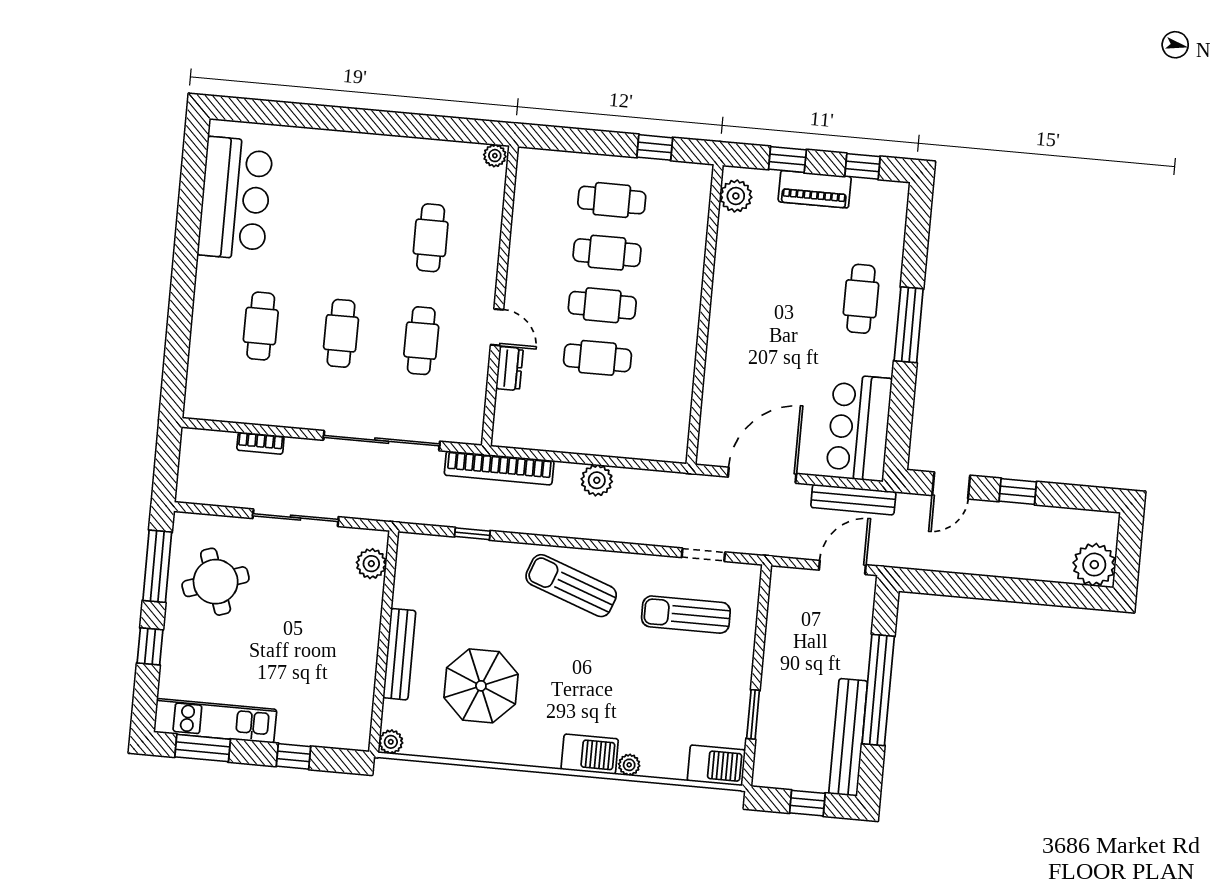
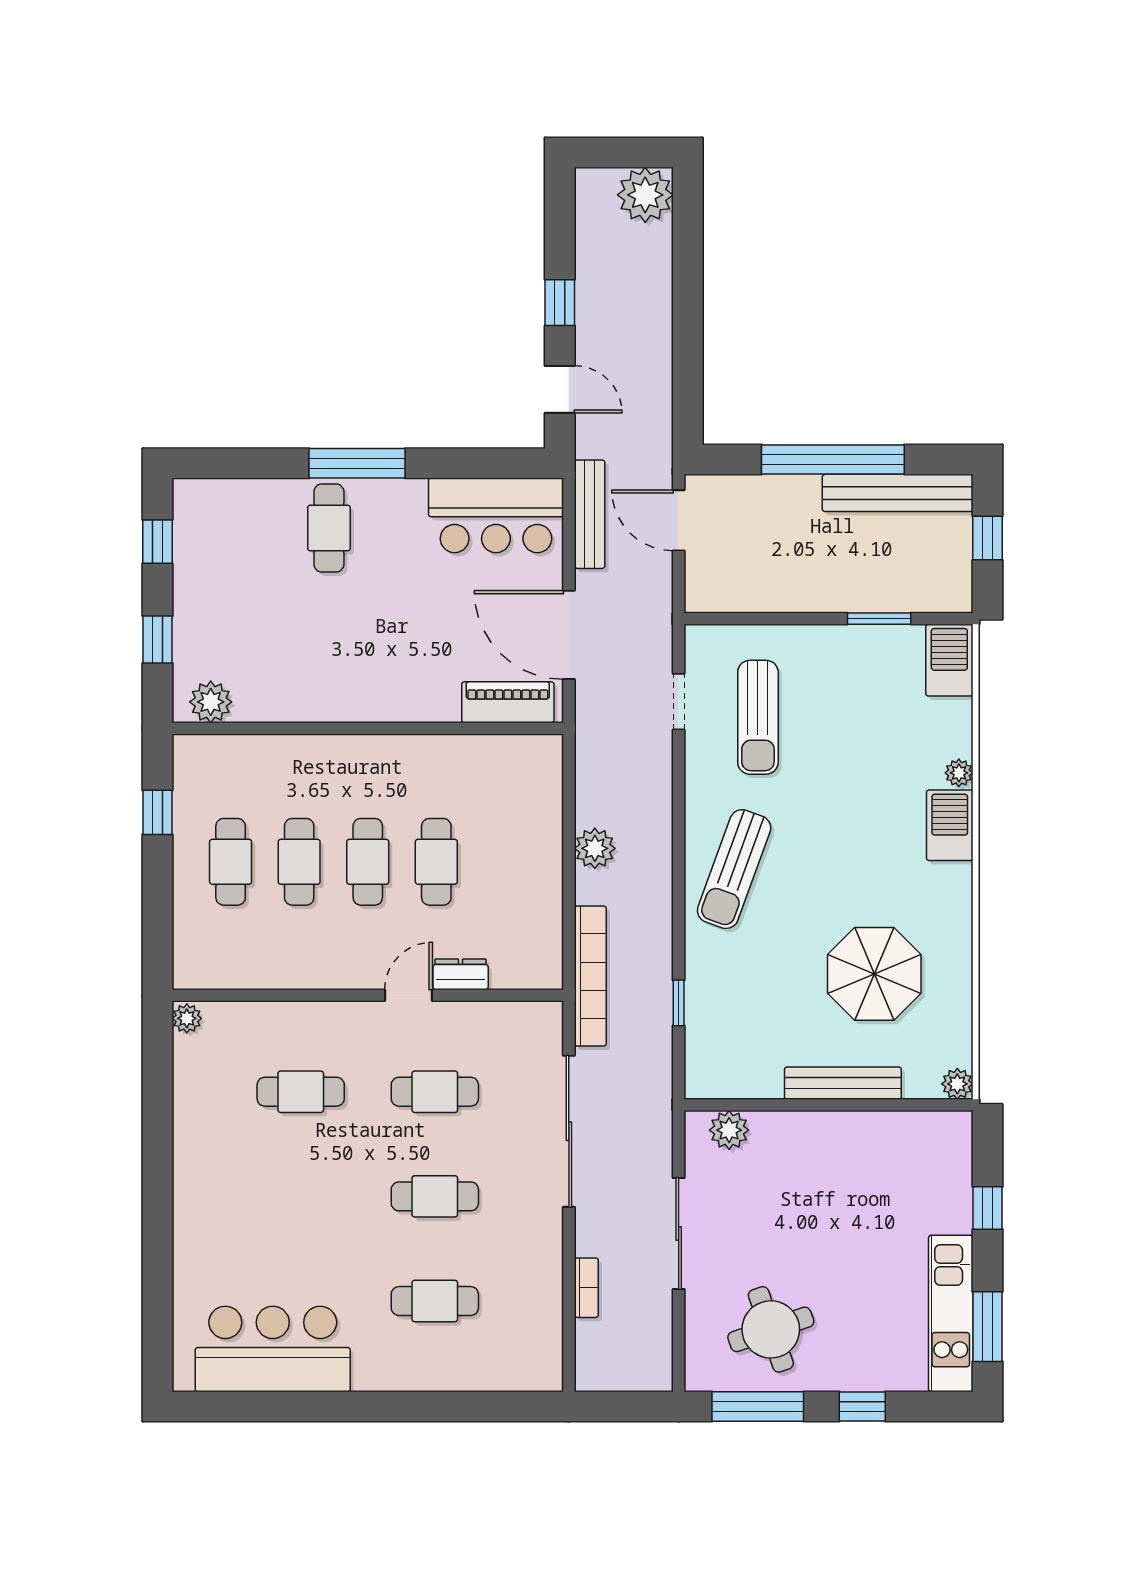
piano: (815, 189) -> (508, 702), moved, turned -90
cafe table: (861, 299) -> (329, 528), turned 90

